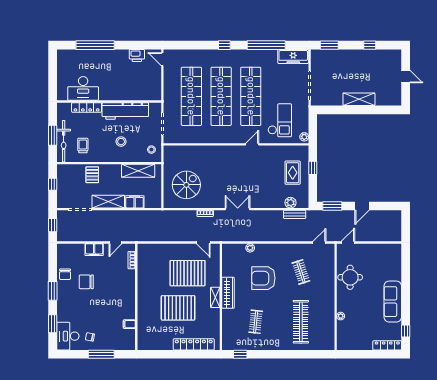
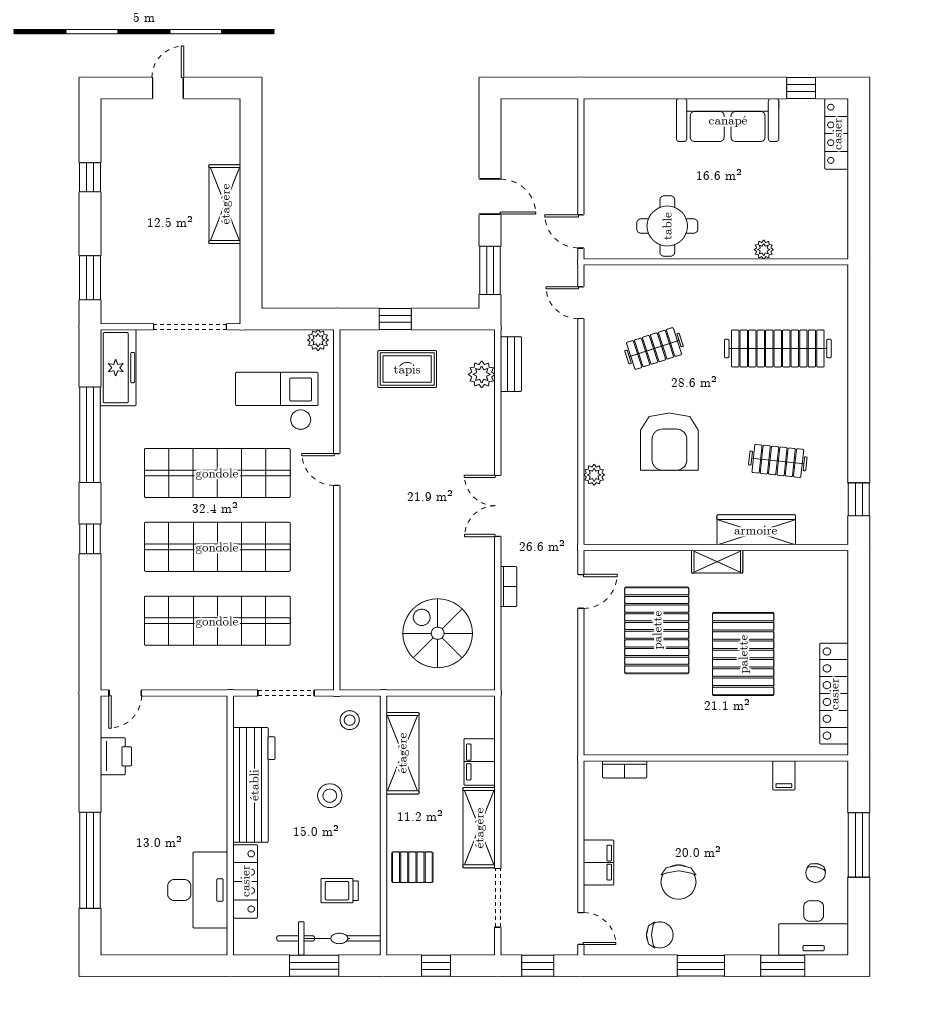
door: (116, 243) -> (581, 928), moved
wardrobe: (228, 293) -> (756, 530), moved
locker: (194, 344) -> (834, 694), moved

